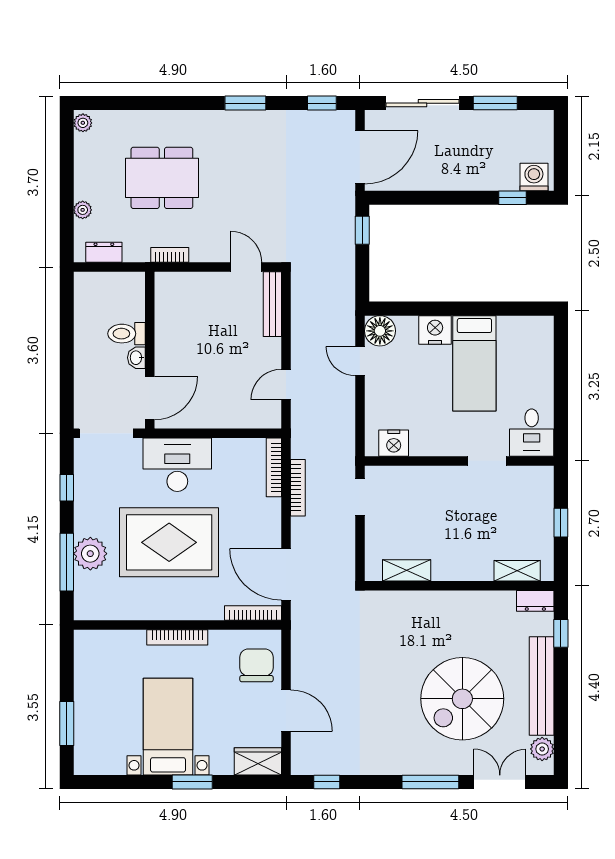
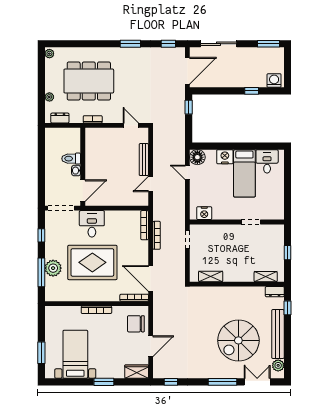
window: (495, 103) -> (269, 44), moved
dining table: (162, 178) -> (89, 81), width x1.36, depth x1.24
window: (512, 198) -> (252, 91), moved
bench: (272, 304) -> (144, 160), moved
desk: (532, 433) -> (267, 161), moved, turned 180
desk: (177, 465) -> (92, 224), width x0.73
chair: (256, 665) -> (136, 324), turned -90
door: (286, 711) -> (151, 346), hinge flipped
bed with nightstands: (168, 727) -> (75, 354), moved

